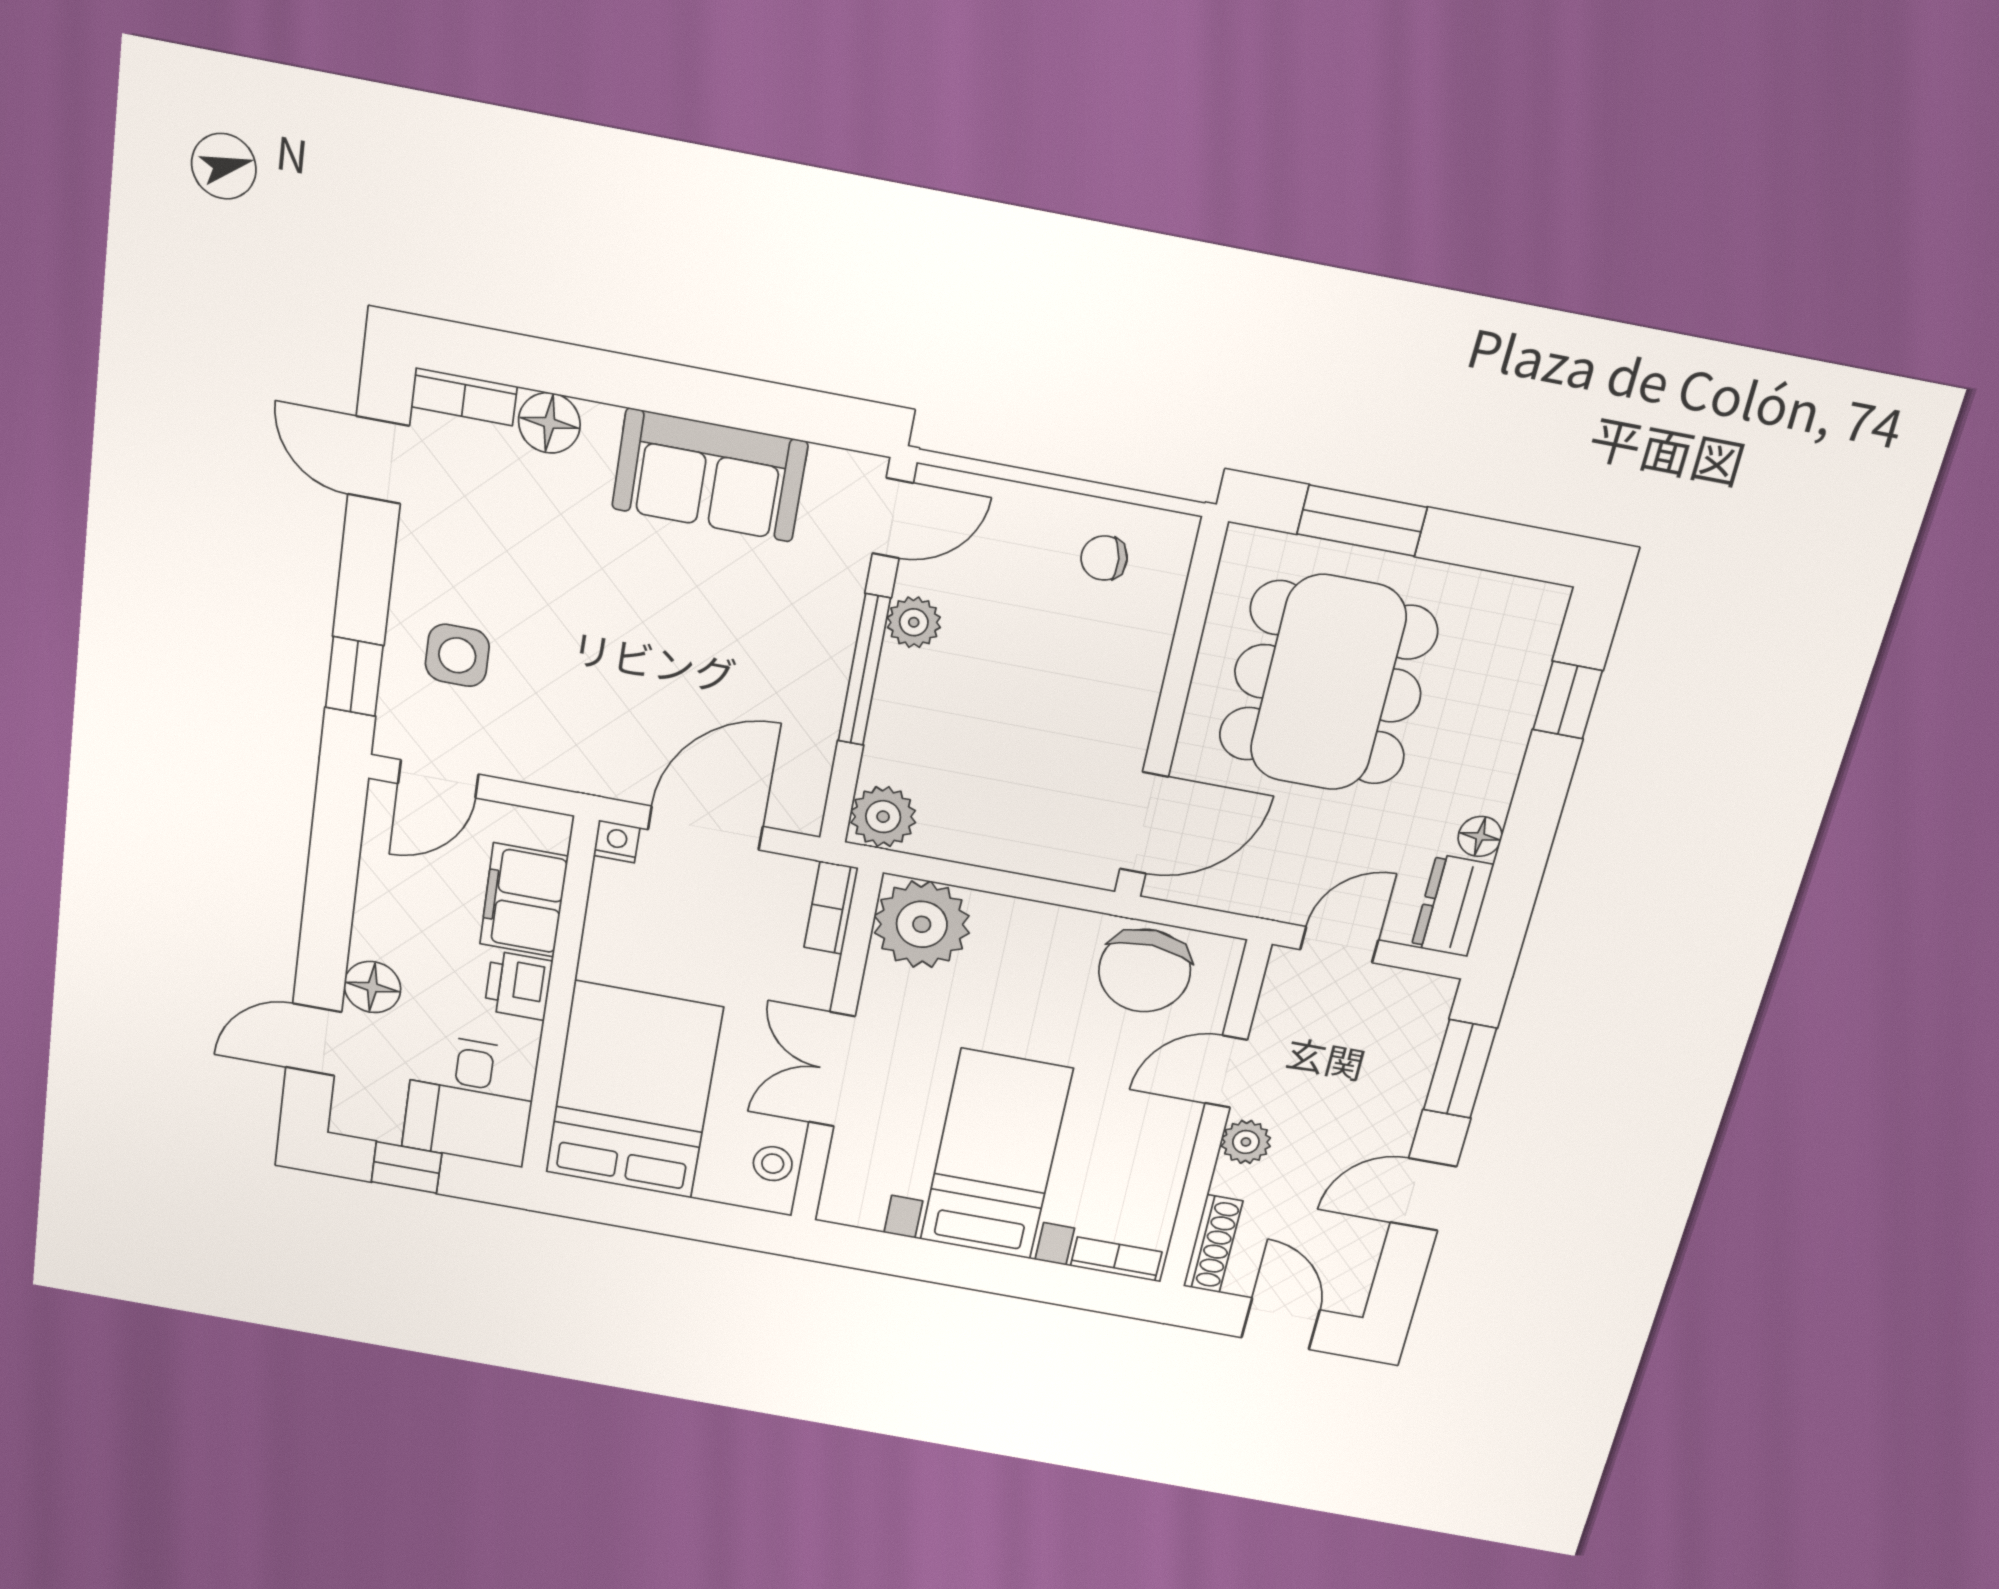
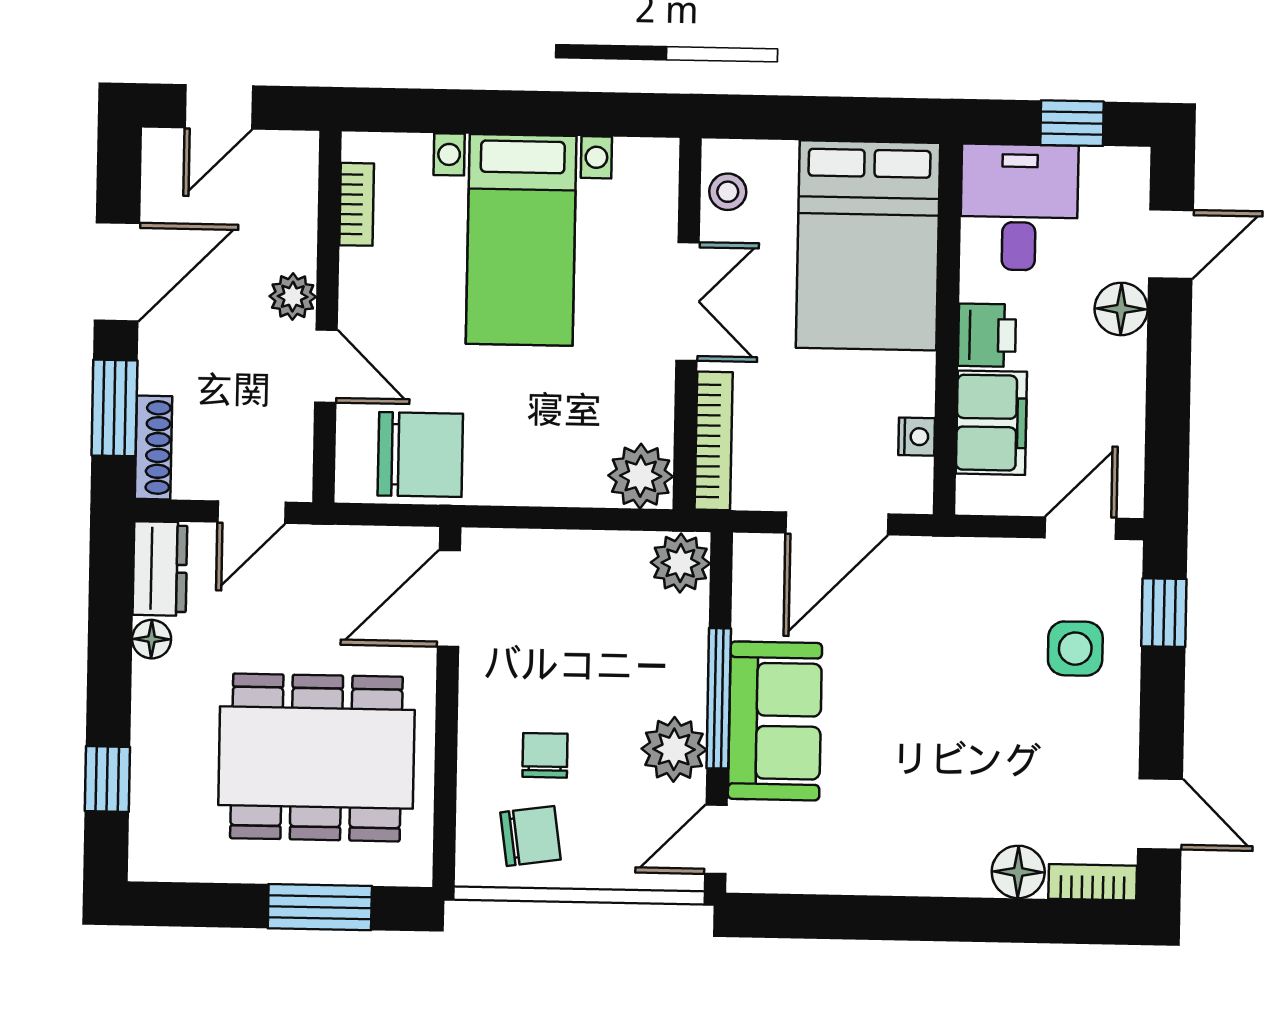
sofa: (710, 475) -> (775, 721), moved, turned 90
chair: (1104, 558) -> (530, 836), width x1.37, depth x1.37
plant: (914, 622) -> (674, 749), width x1.38, depth x1.38
chair: (1070, 642) -> (545, 755), added
dining table: (1328, 683) -> (316, 757), turned 90
nightstand: (617, 841) -> (917, 437), moved, turned -90
bookcase: (831, 908) -> (714, 441), width x1.56
plant: (922, 924) -> (641, 476), width x0.73, depth x0.73
chair: (1145, 971) -> (420, 455), turned 87
door: (1226, 1072) -> (326, 366), hinge flipped
door: (1423, 1195) -> (117, 272), width x1.38
shoe rack: (1213, 1244) -> (153, 447), moved, turned 180
bookcase: (1116, 1259) -> (357, 204), moved, turned -90
door: (1281, 1324) -> (219, 107), hinge flipped

